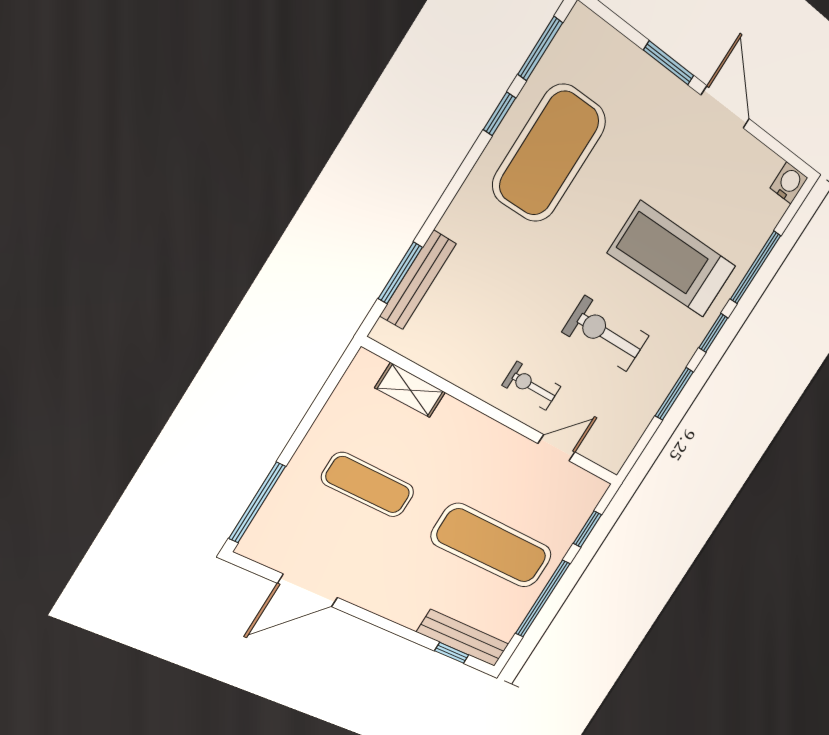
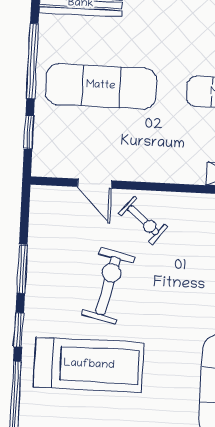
exercise bike: (606, 334) -> (108, 286), turned -77
exercise bike: (531, 386) -> (143, 220), turned 40
door: (556, 448) -> (95, 184), hinge flipped

